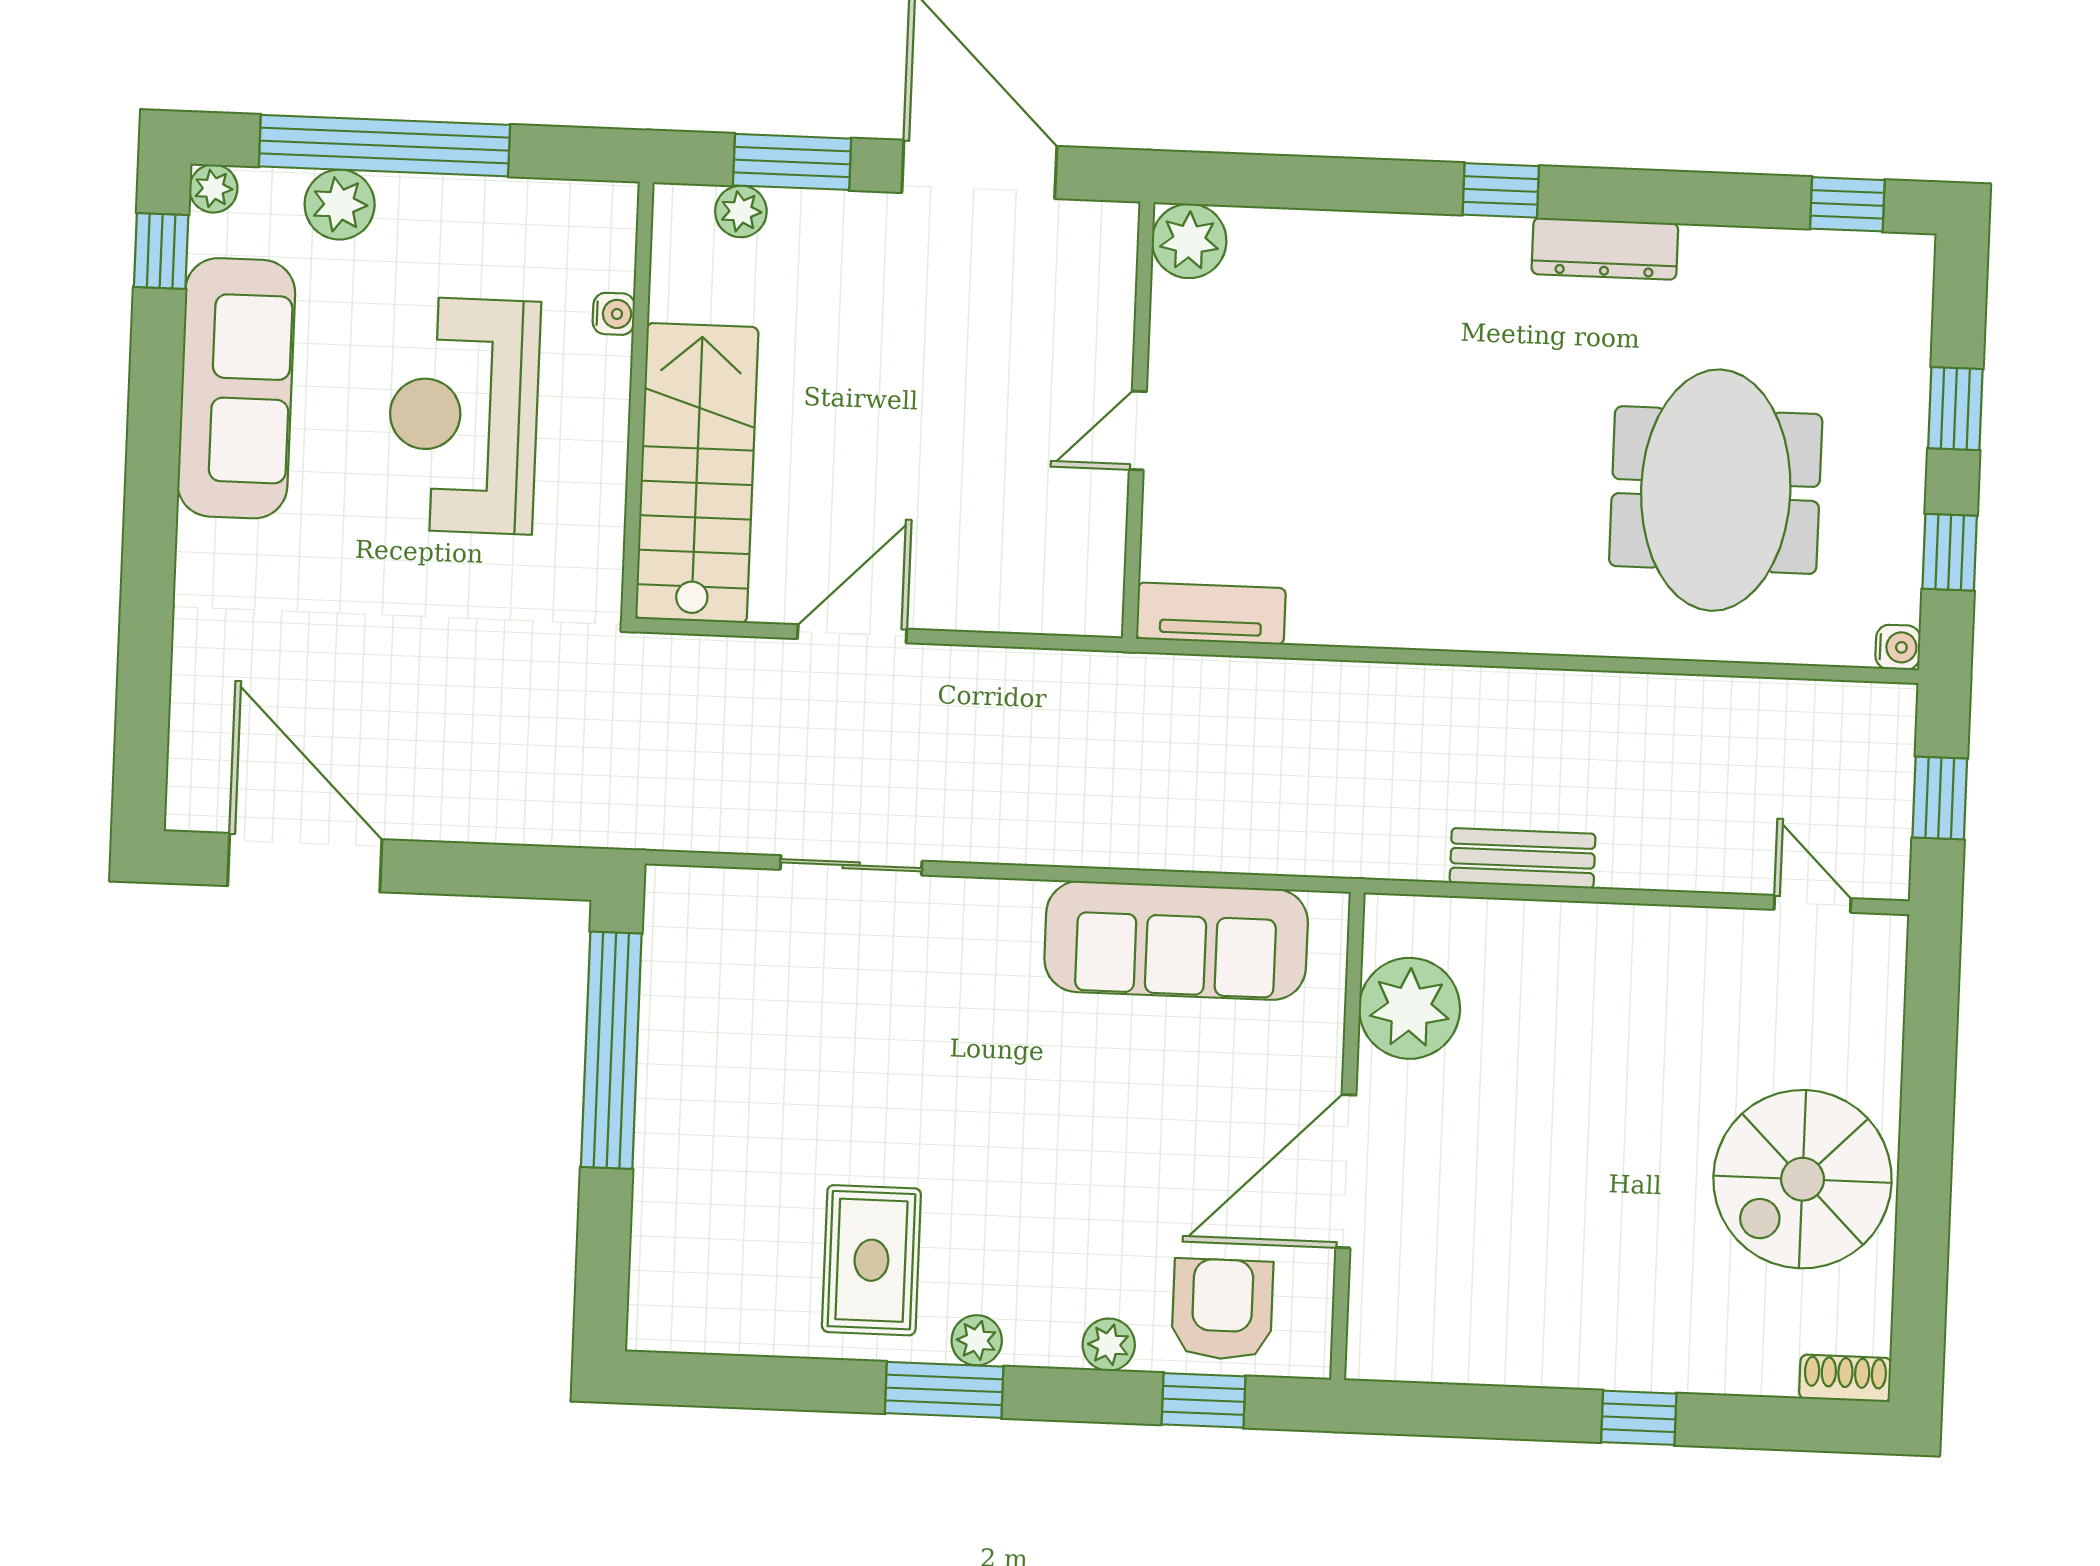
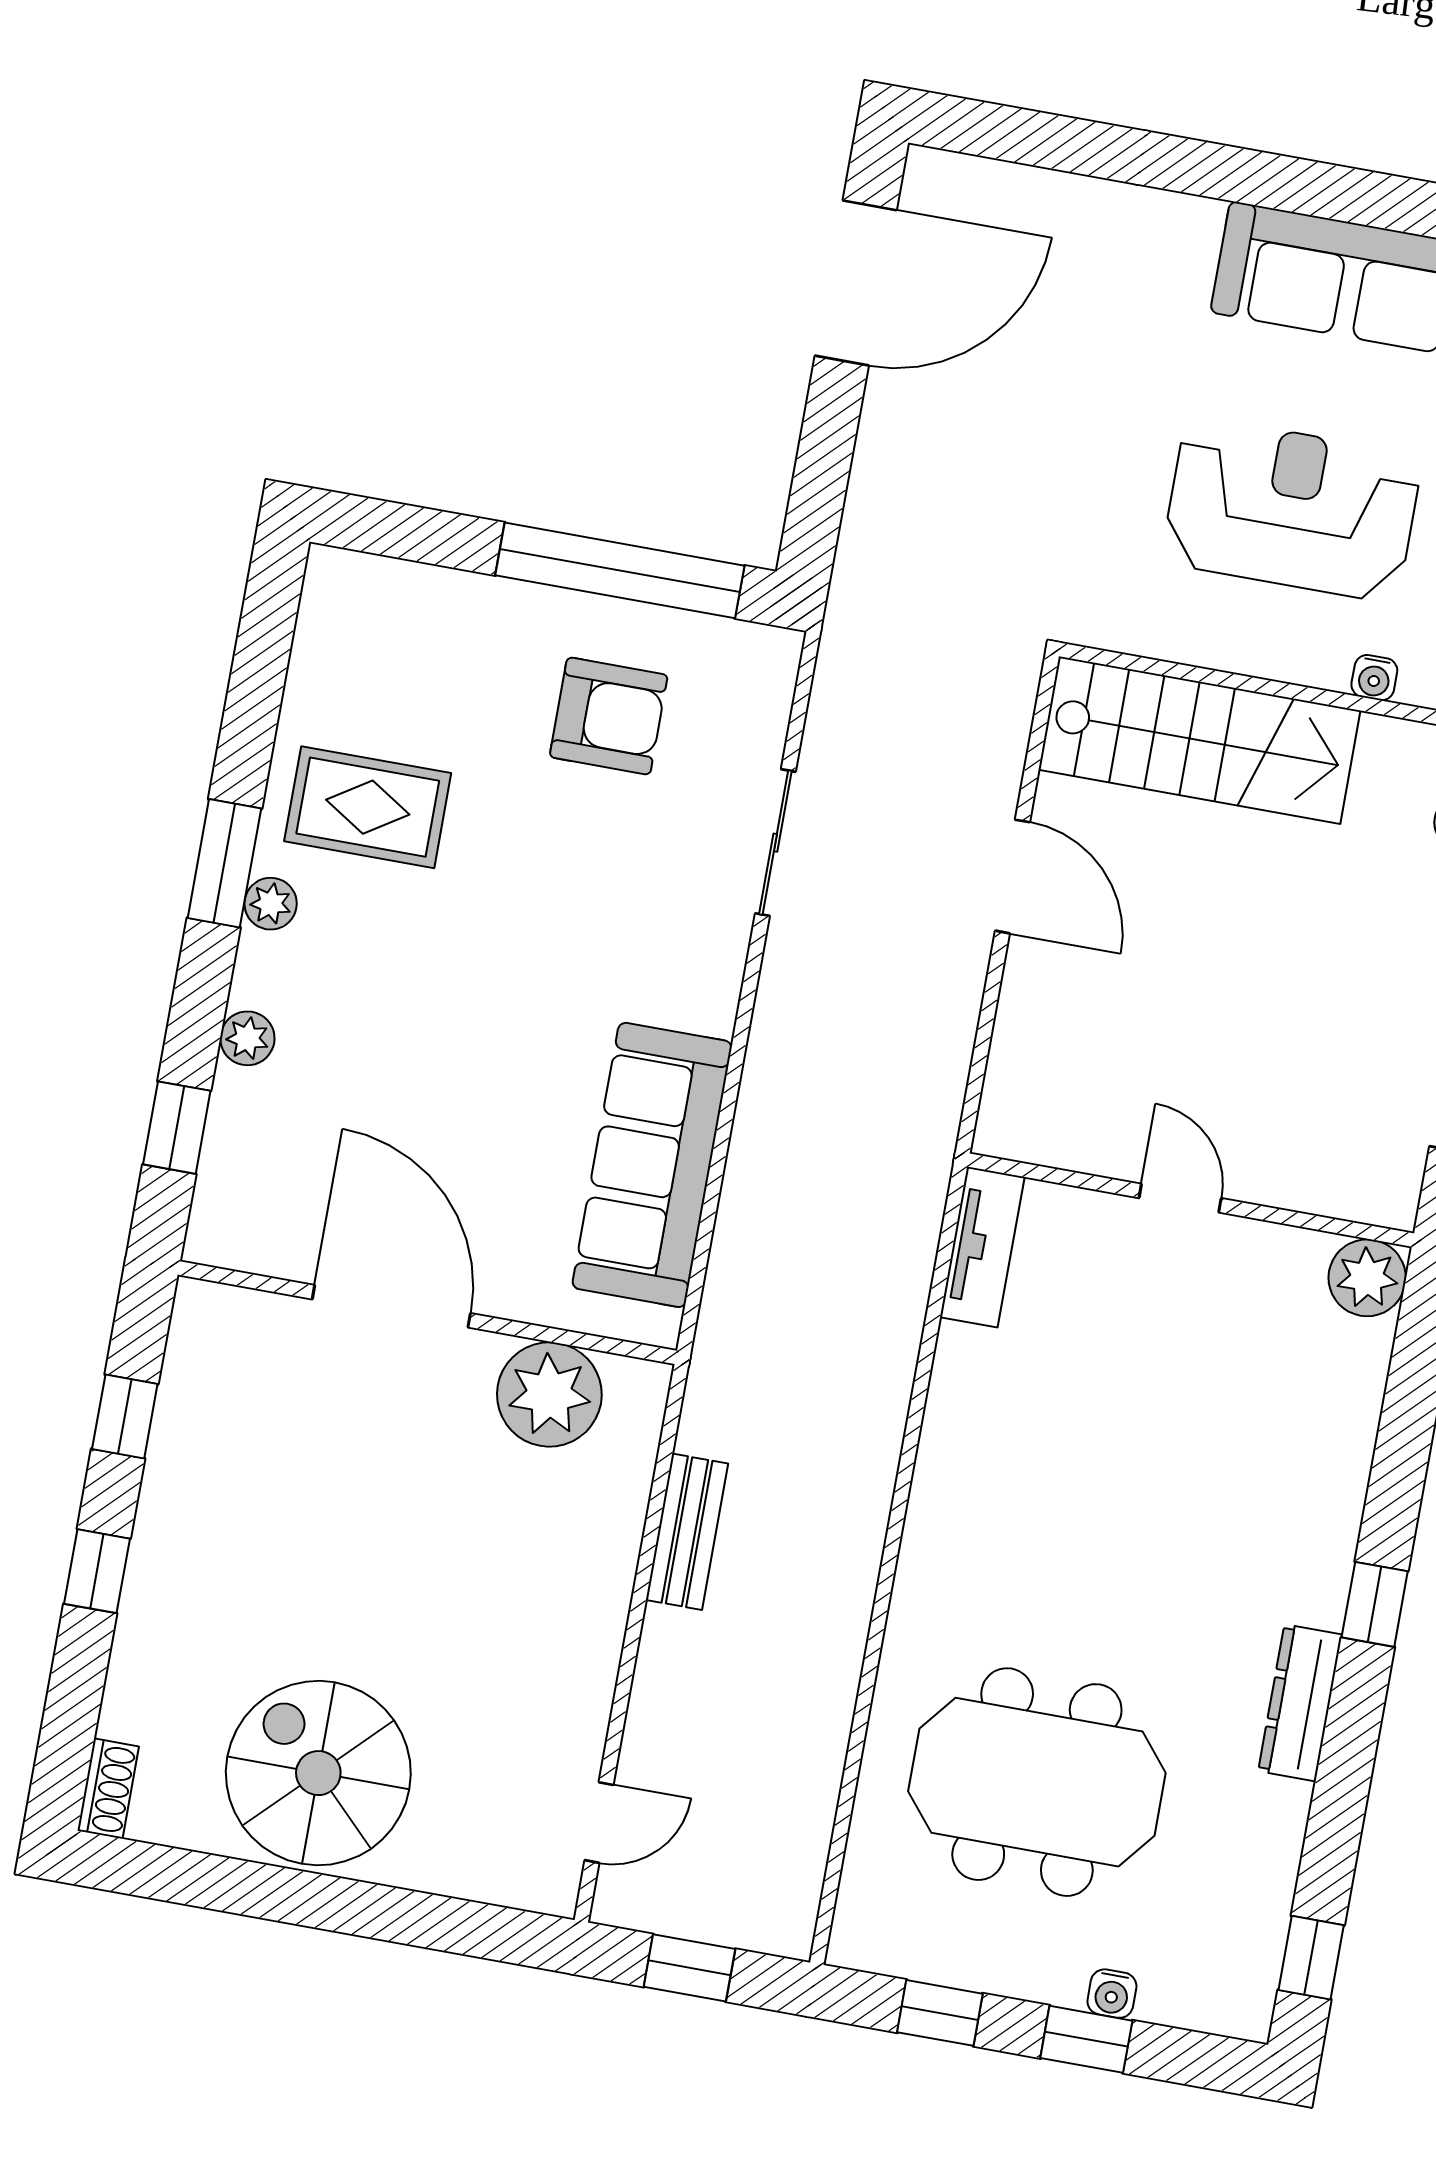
water cooler: (1898, 647) -> (1112, 1994), moved
armchair: (1222, 1309) -> (609, 716), moved
window: (1487, 1412) -> (125, 1417), added

